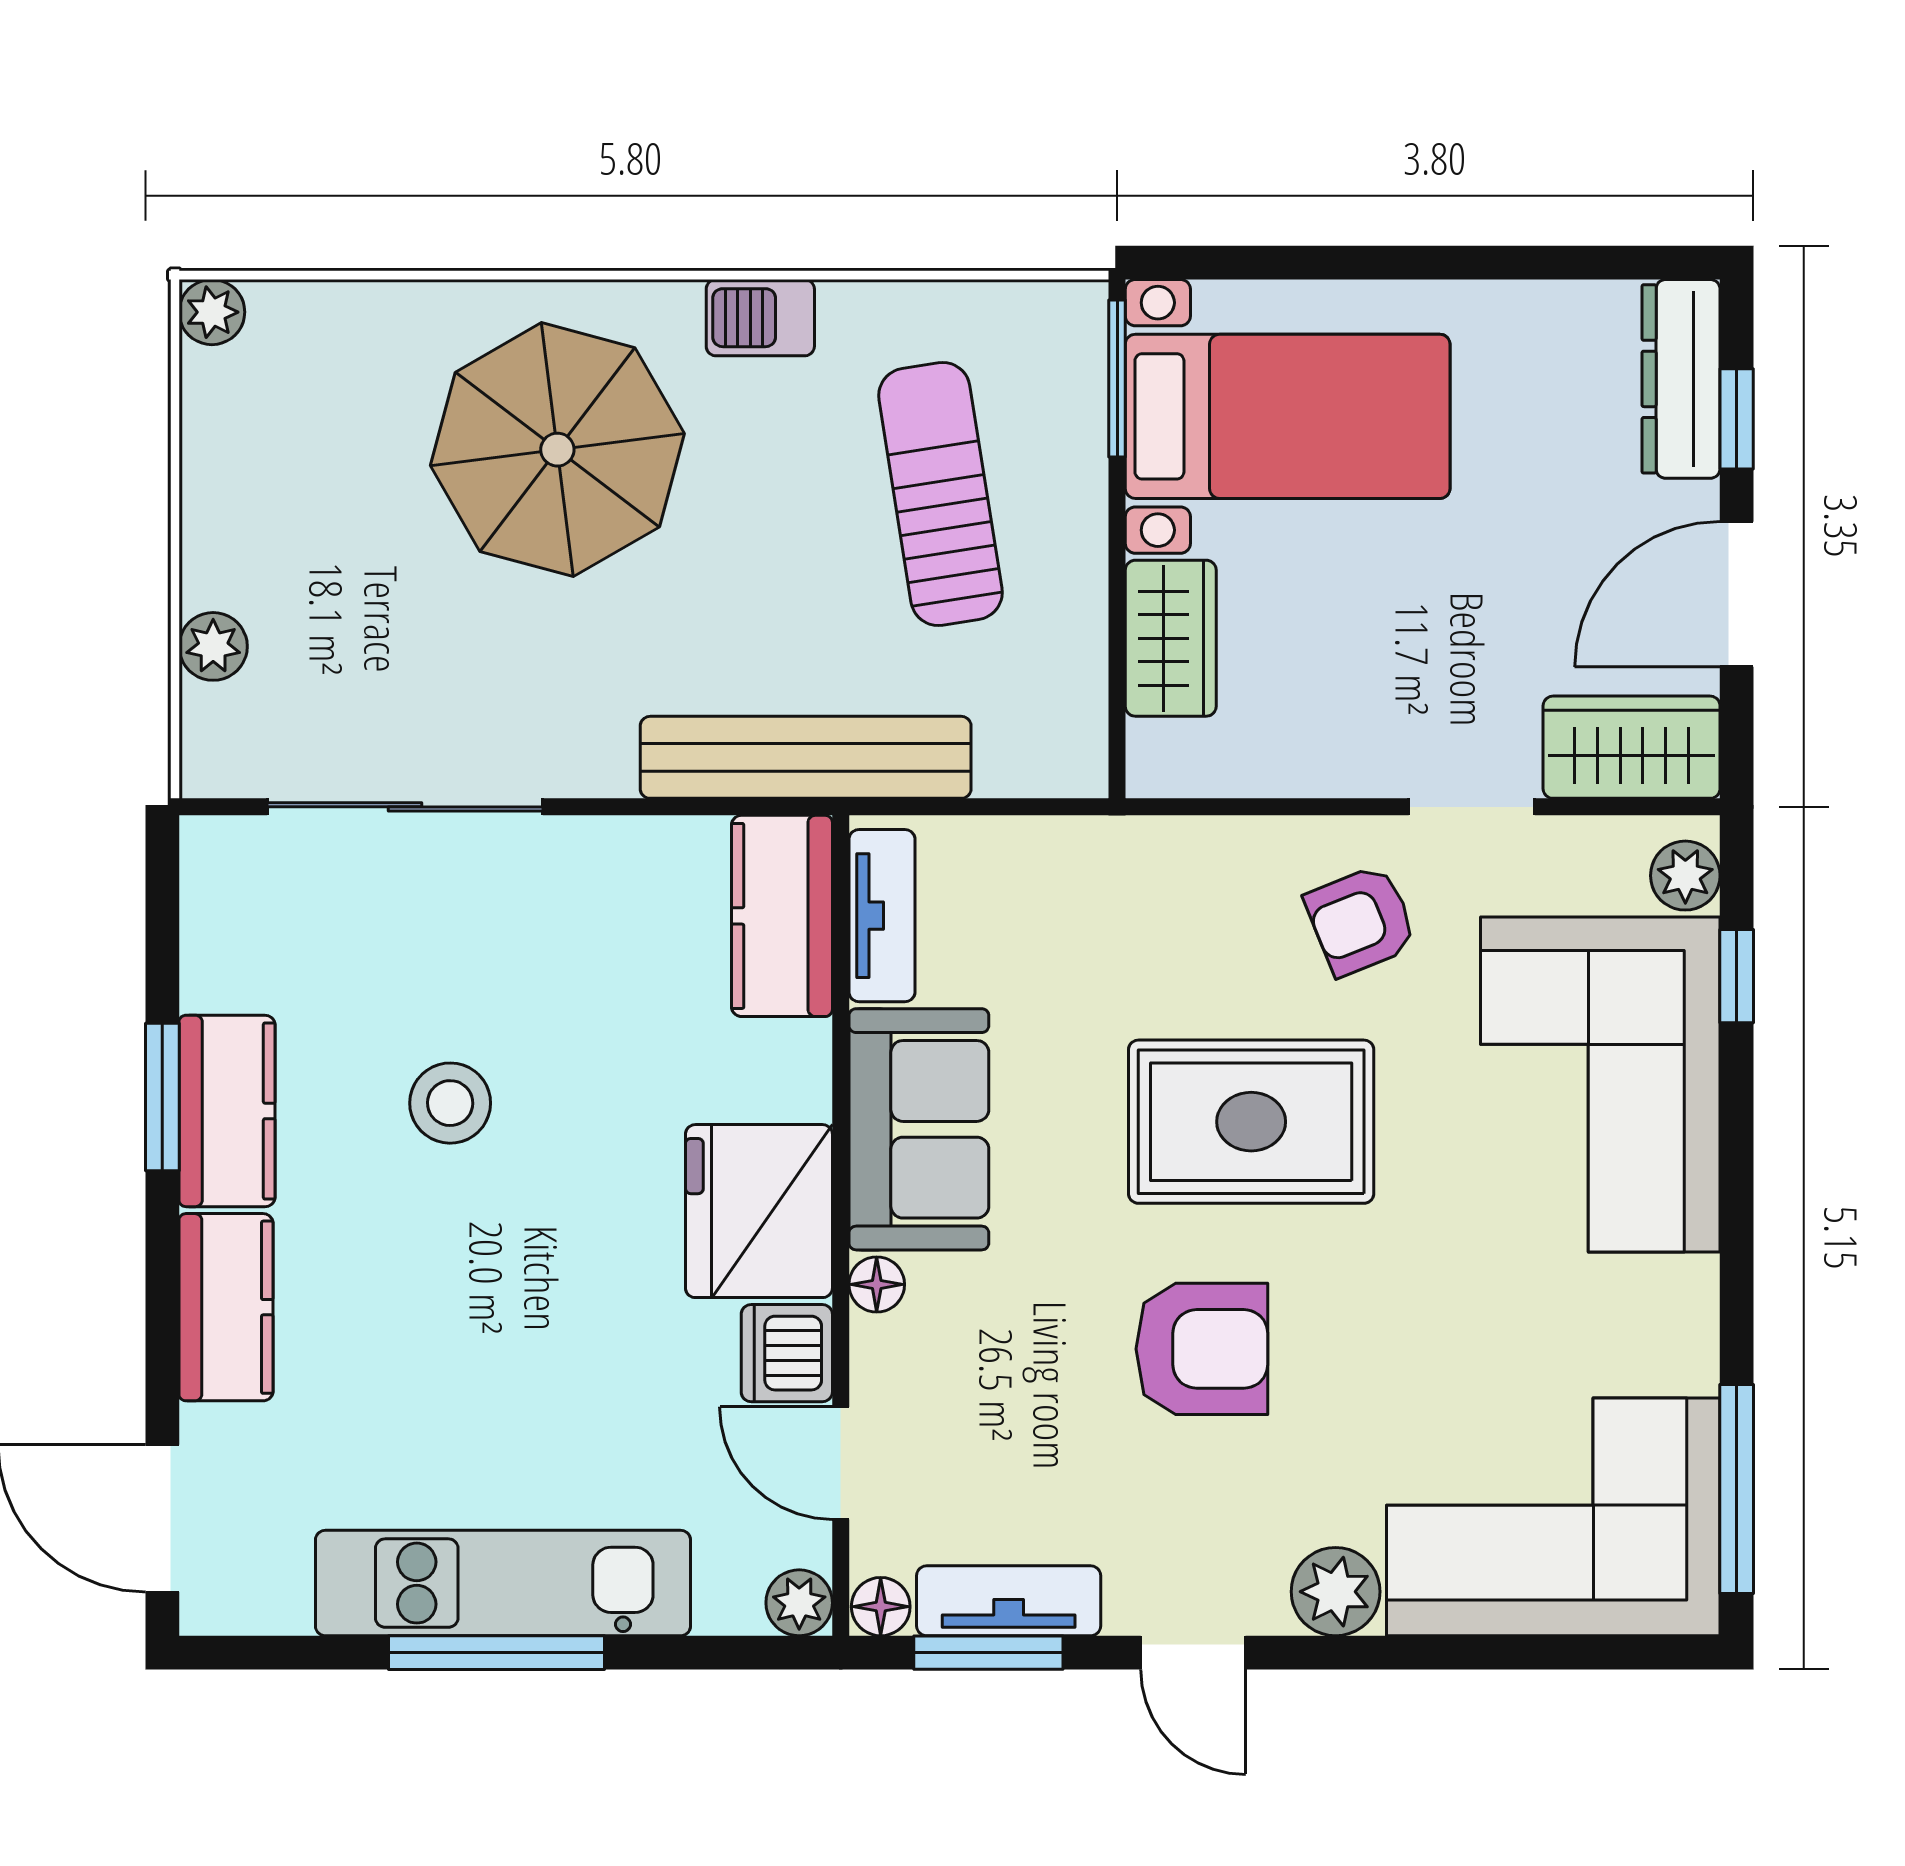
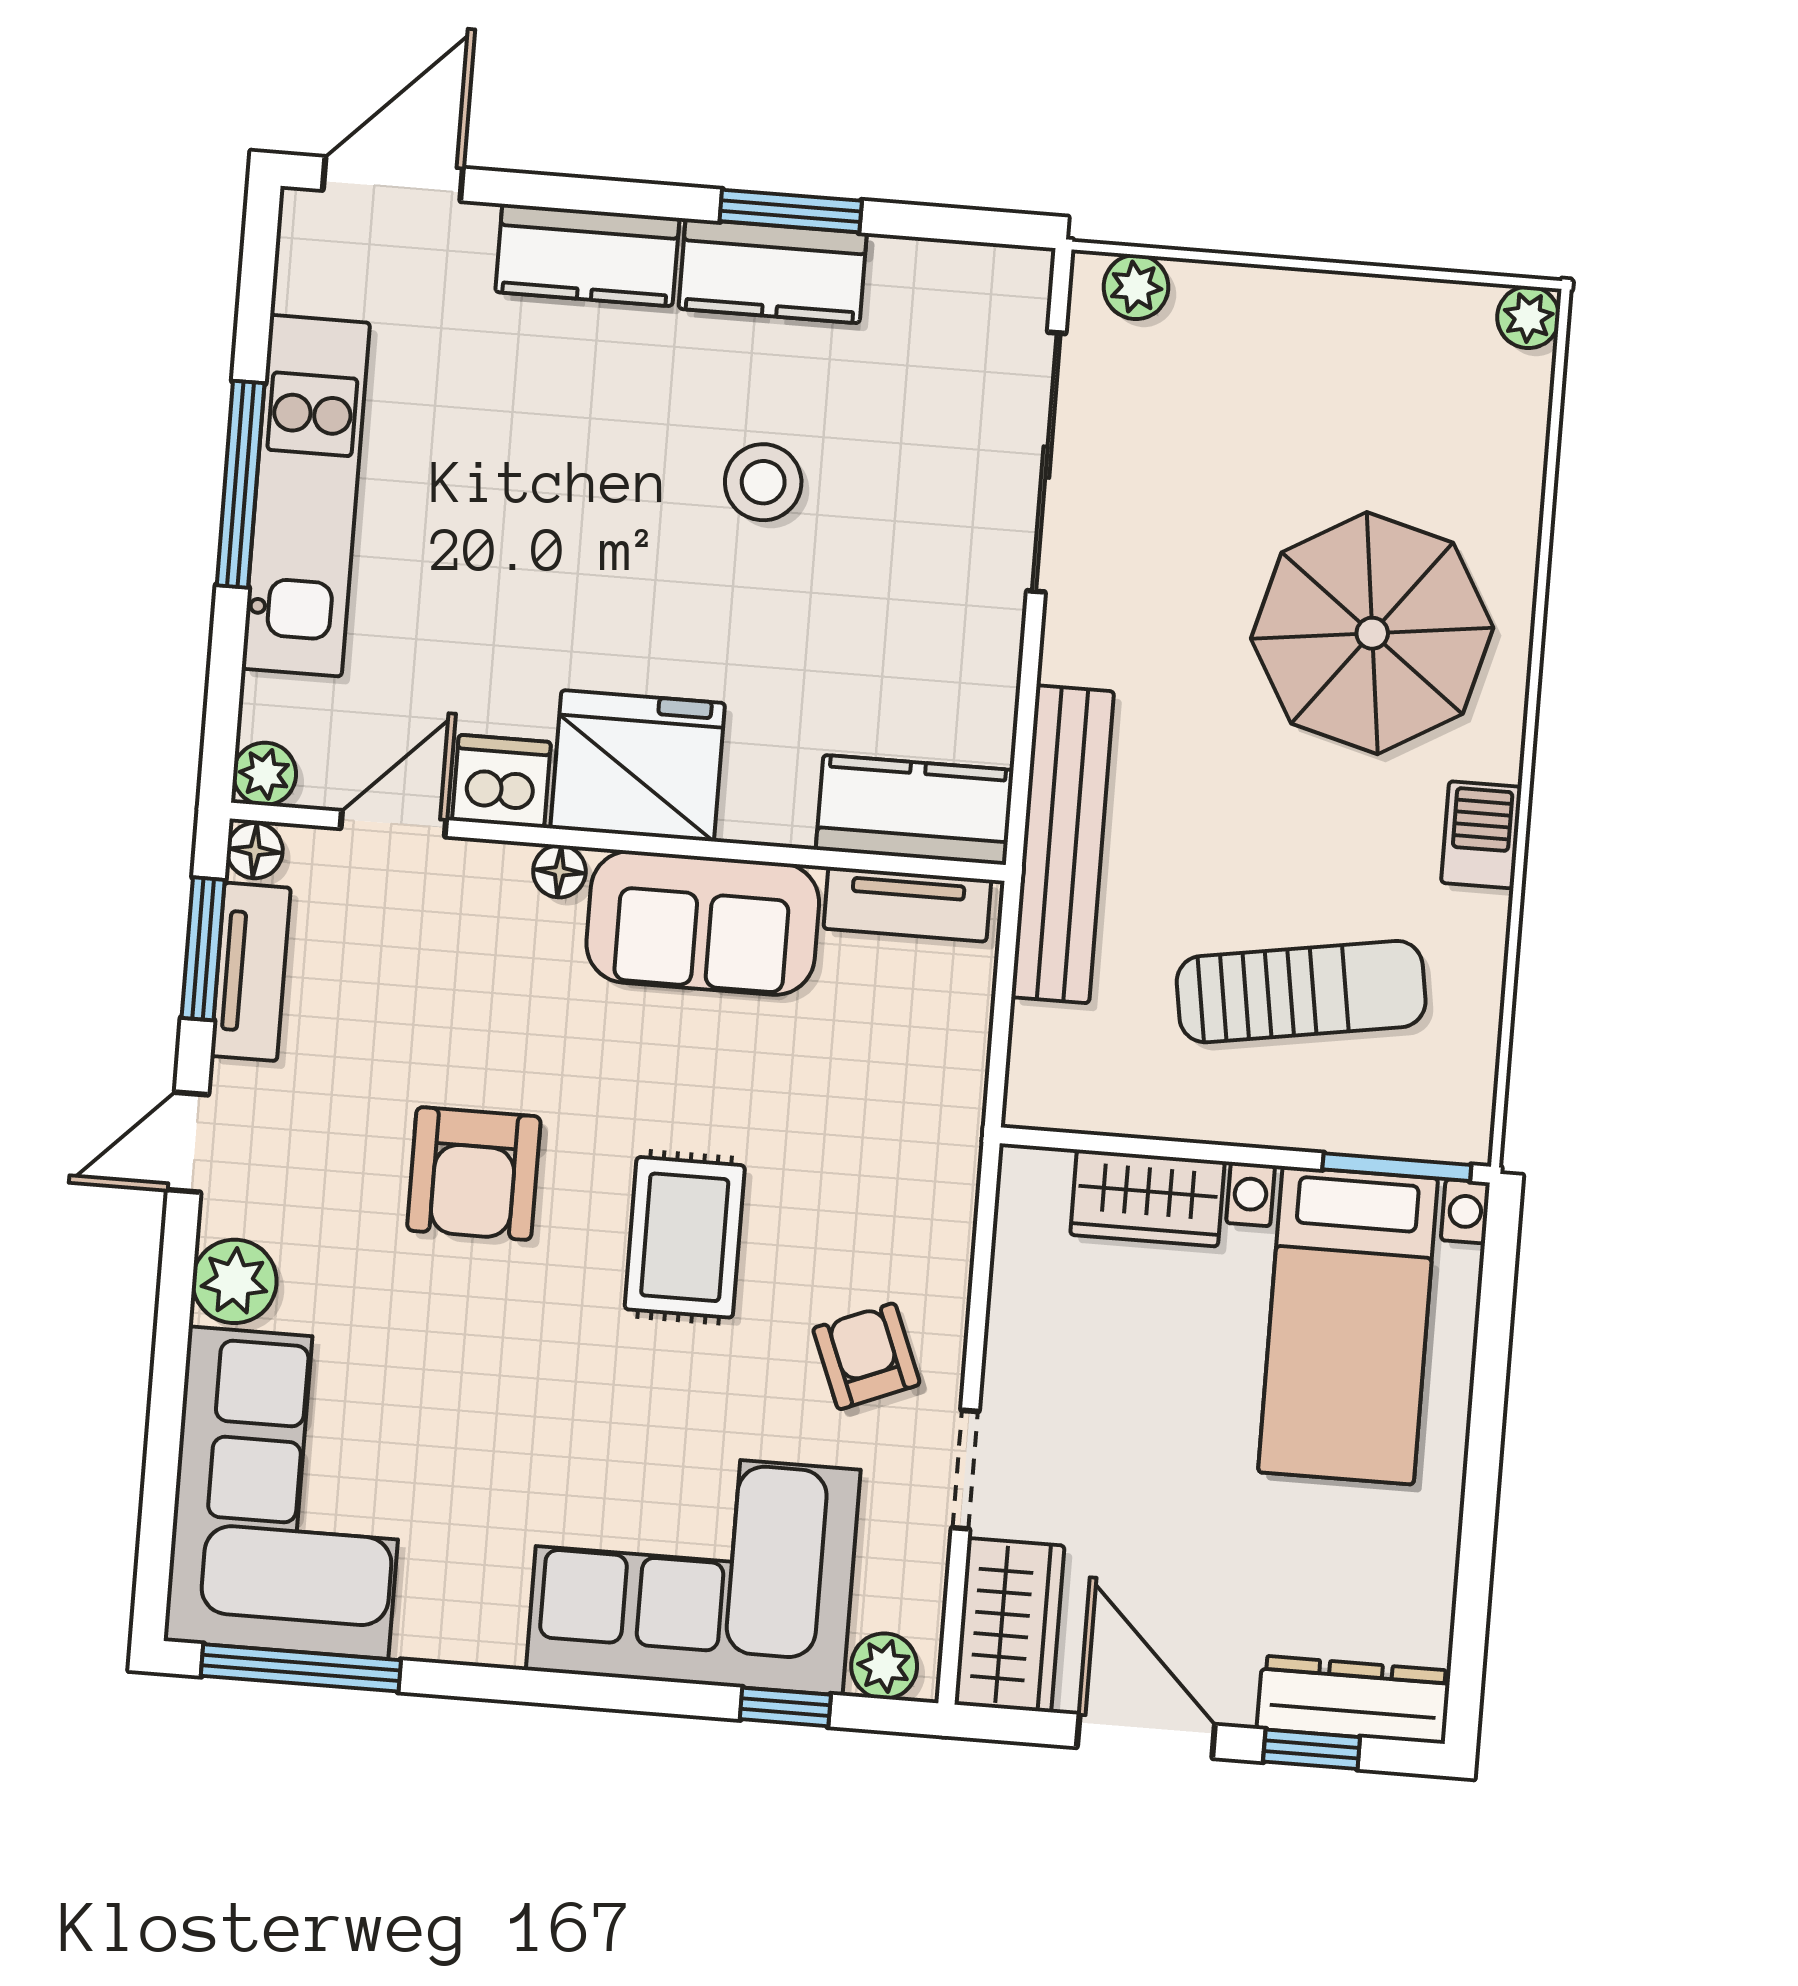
plant: (213, 646) -> (1136, 287), moved
rug: (1251, 1122) -> (685, 1237), width x0.73, depth x0.70

